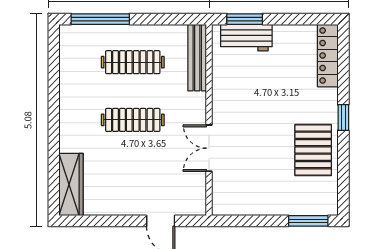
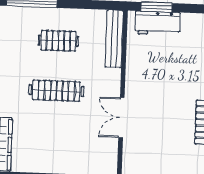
clothes rail: (133, 62) -> (58, 41), width x0.73

